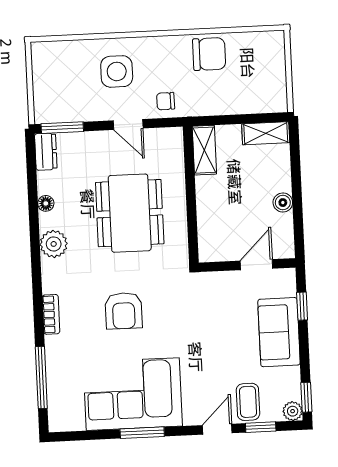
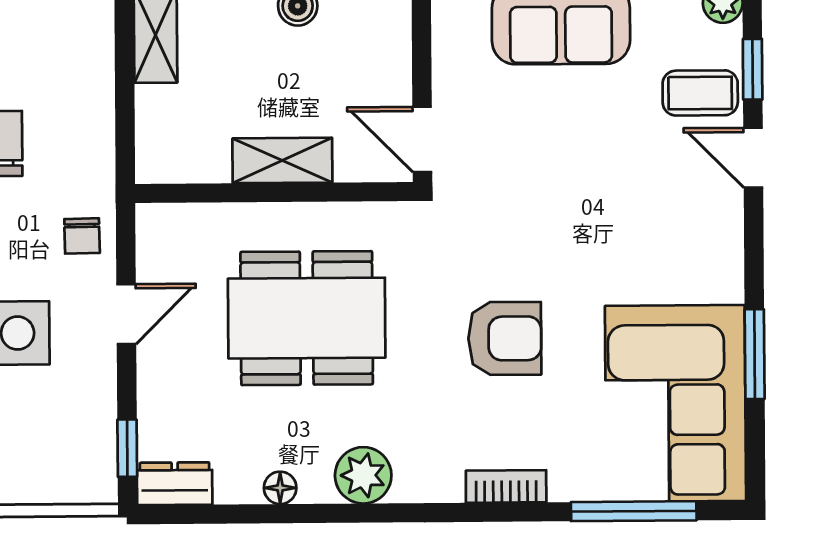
window: (62, 128) -> (127, 448), width x0.67
shelving: (204, 150) -> (282, 160), moved
door: (256, 265) -> (422, 139), moved
corner sofa: (133, 394) -> (675, 403), moved
window: (142, 433) -> (755, 354), moved

